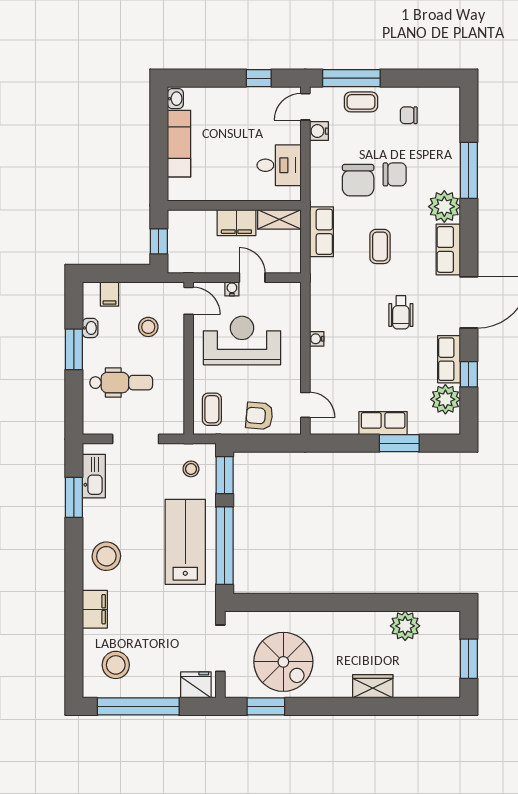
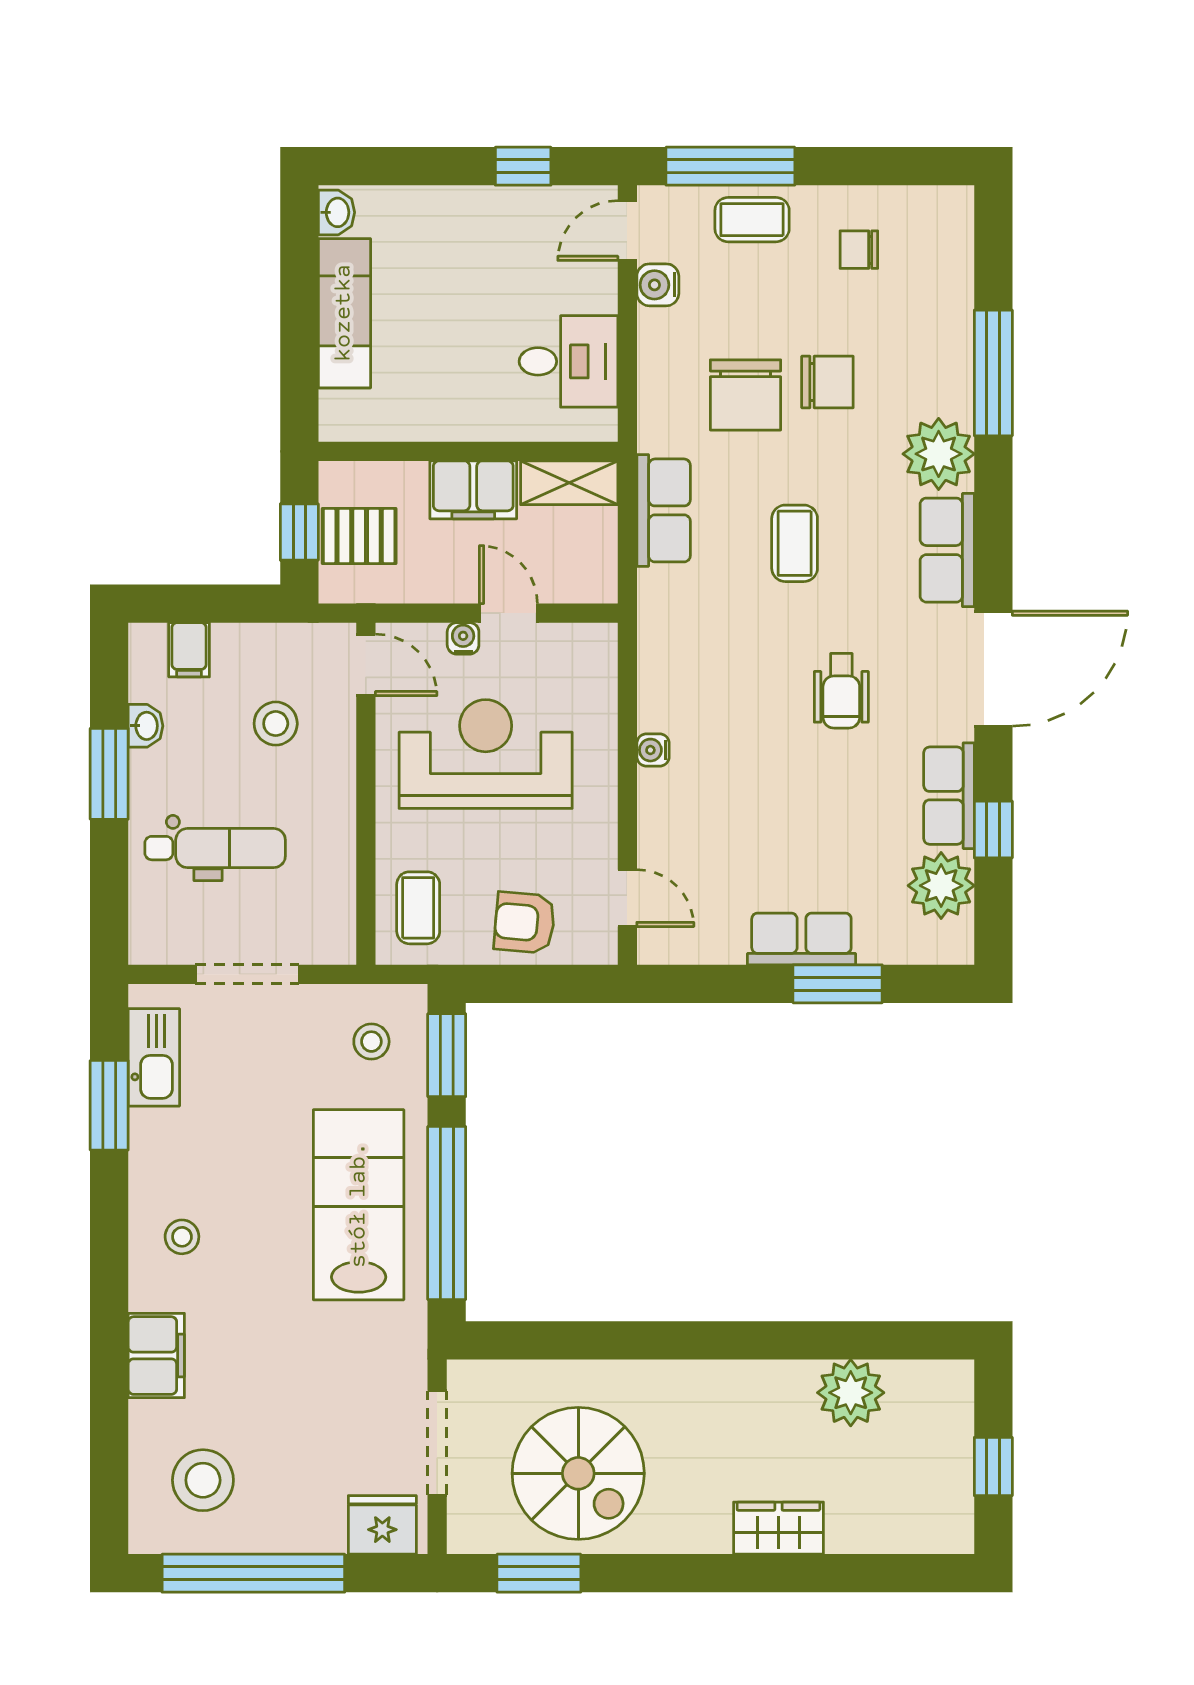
pallet: (186, 243) -> (359, 536), added
stool: (106, 556) -> (182, 1237), width x0.53, depth x0.53
window: (469, 659) -> (993, 1466), width x0.67

